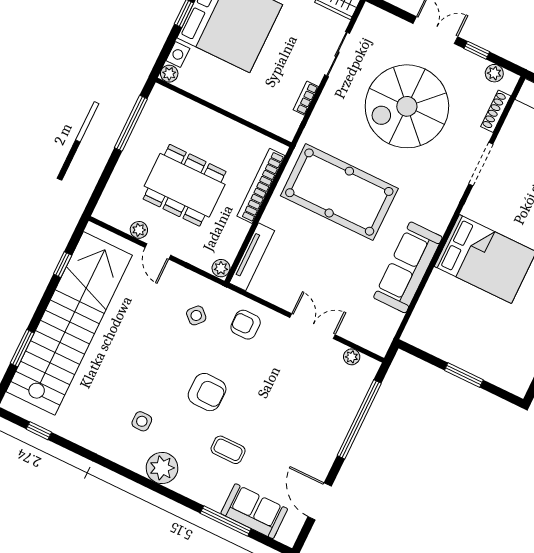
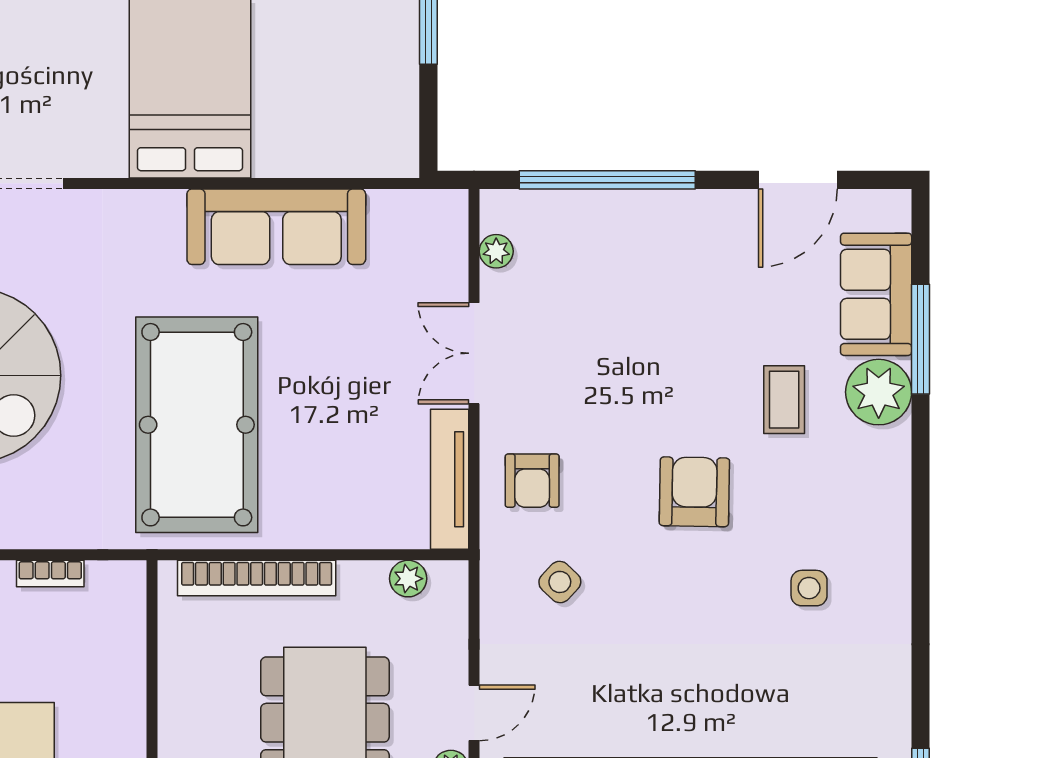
tv unit: (252, 257) -> (450, 479), moved, turned -90
plant: (221, 268) -> (408, 579), moved
plant: (162, 468) -> (879, 392), moved

